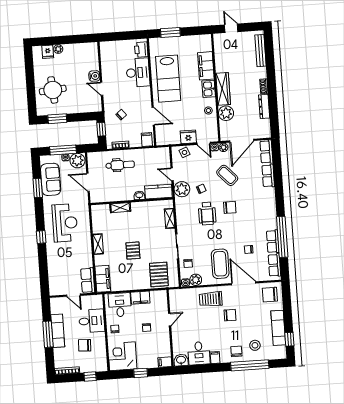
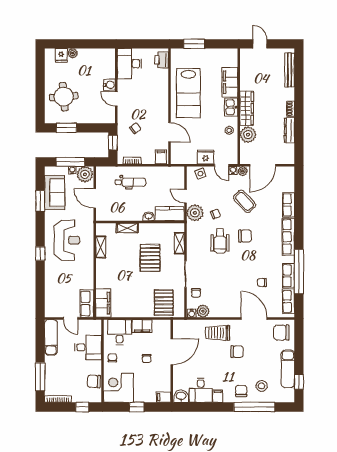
desk: (138, 73) -> (129, 64), moved, turned 180
row of seats: (266, 152) -> (288, 237), moved, width x1.48
shelving: (98, 244) -> (101, 247), moved
pallet: (133, 251) -> (150, 258), moved, width x1.50, depth x1.42
coffee table: (220, 264) -> (230, 296), removed
door: (170, 319) -> (172, 352), width x1.87
exam couch: (58, 331) -> (51, 337), moved
window: (48, 334) -> (40, 377), moved
chair: (85, 345) -> (94, 381), moved

